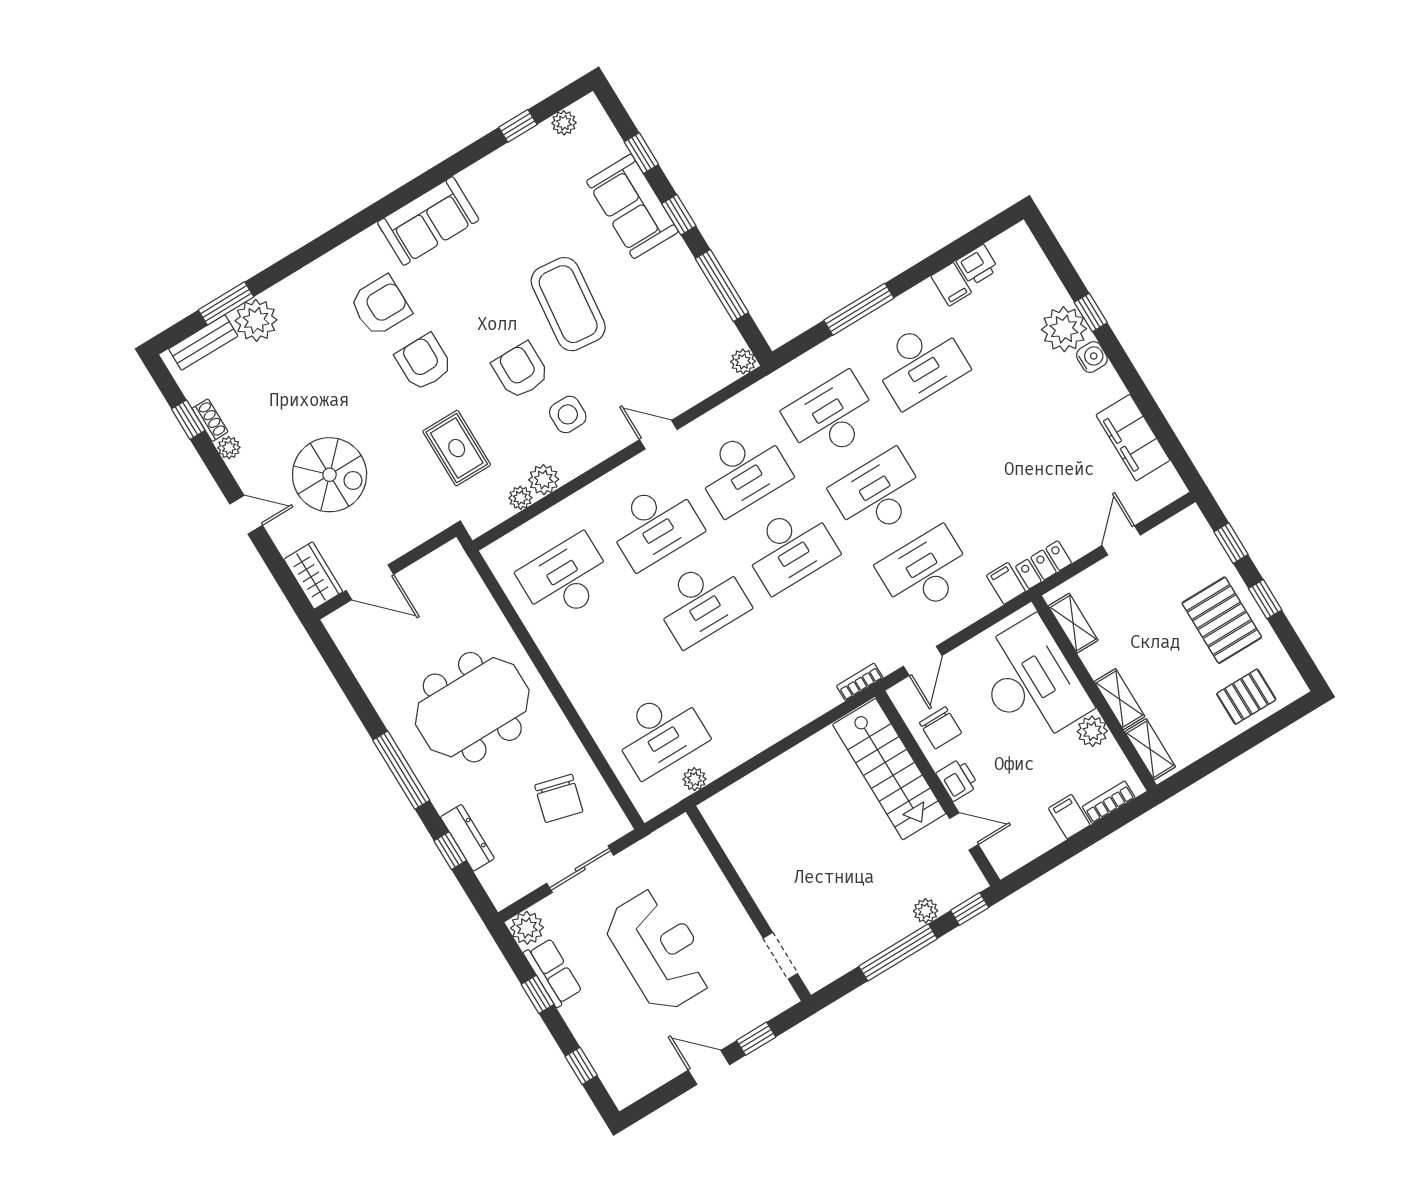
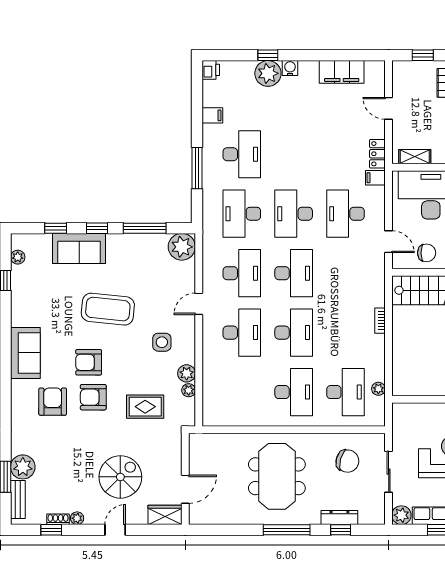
printer: (977, 265) -> (211, 70), moved
plant: (743, 361) -> (182, 247), width x1.87, depth x1.87
armchair: (521, 370) -> (89, 362), moved
desk: (566, 579) -> (294, 392), moved, turned 180
bookcase: (860, 682) -> (380, 321), moved

